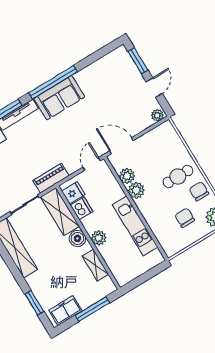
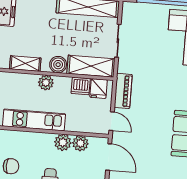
door: (122, 146) -> (109, 157), hinge flipped
piano: (51, 178) -> (123, 91), moved

